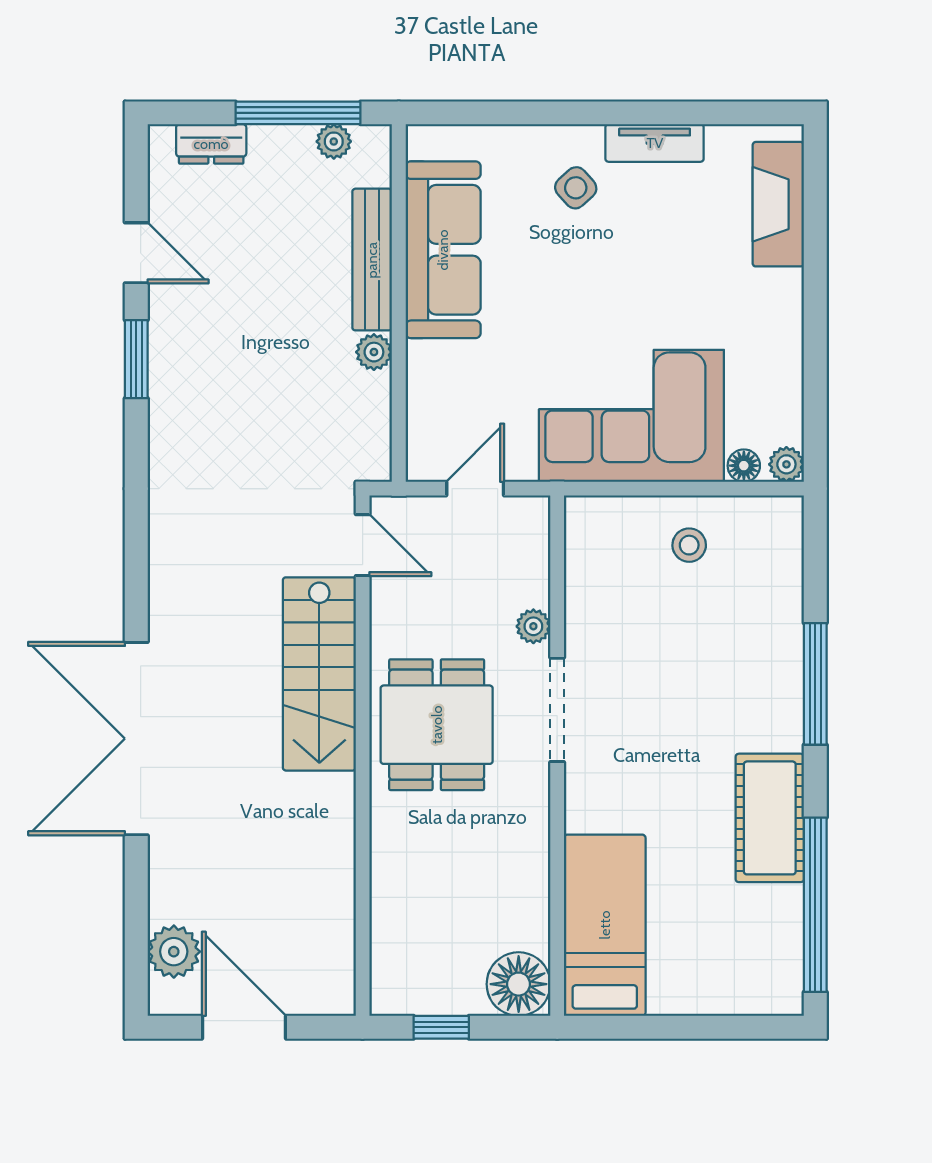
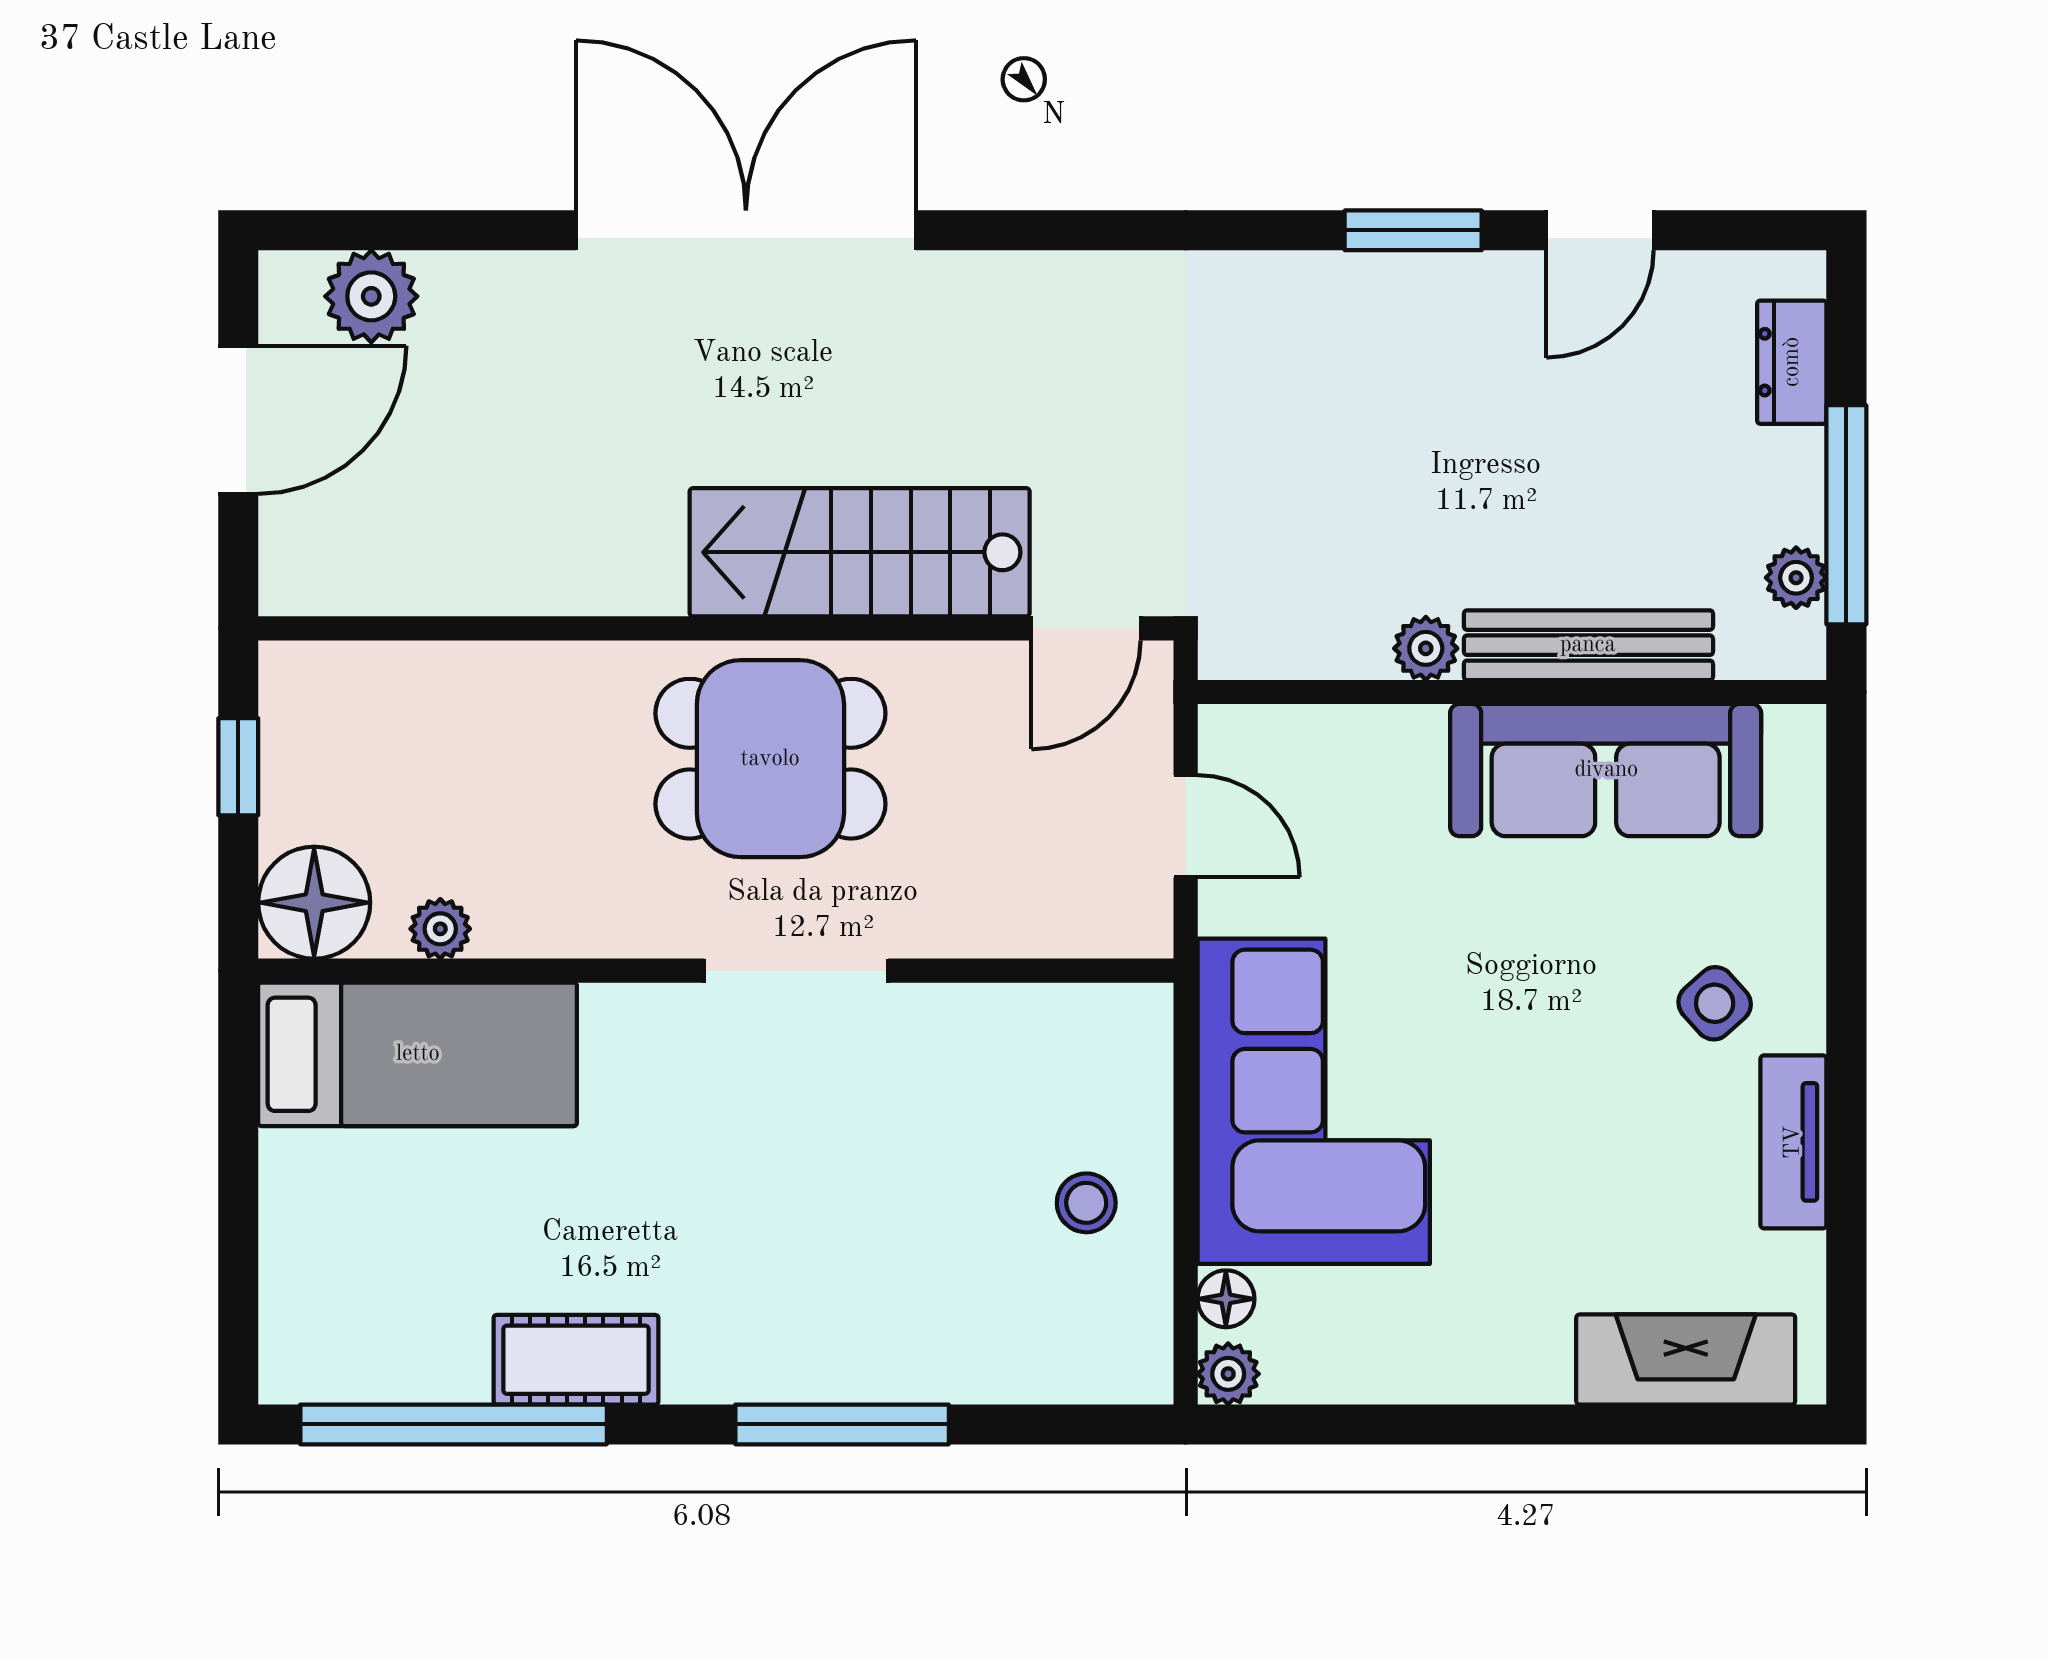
plant: (533, 626) -> (440, 929), moved
cot: (770, 818) -> (576, 1360), width x0.73, depth x0.75

